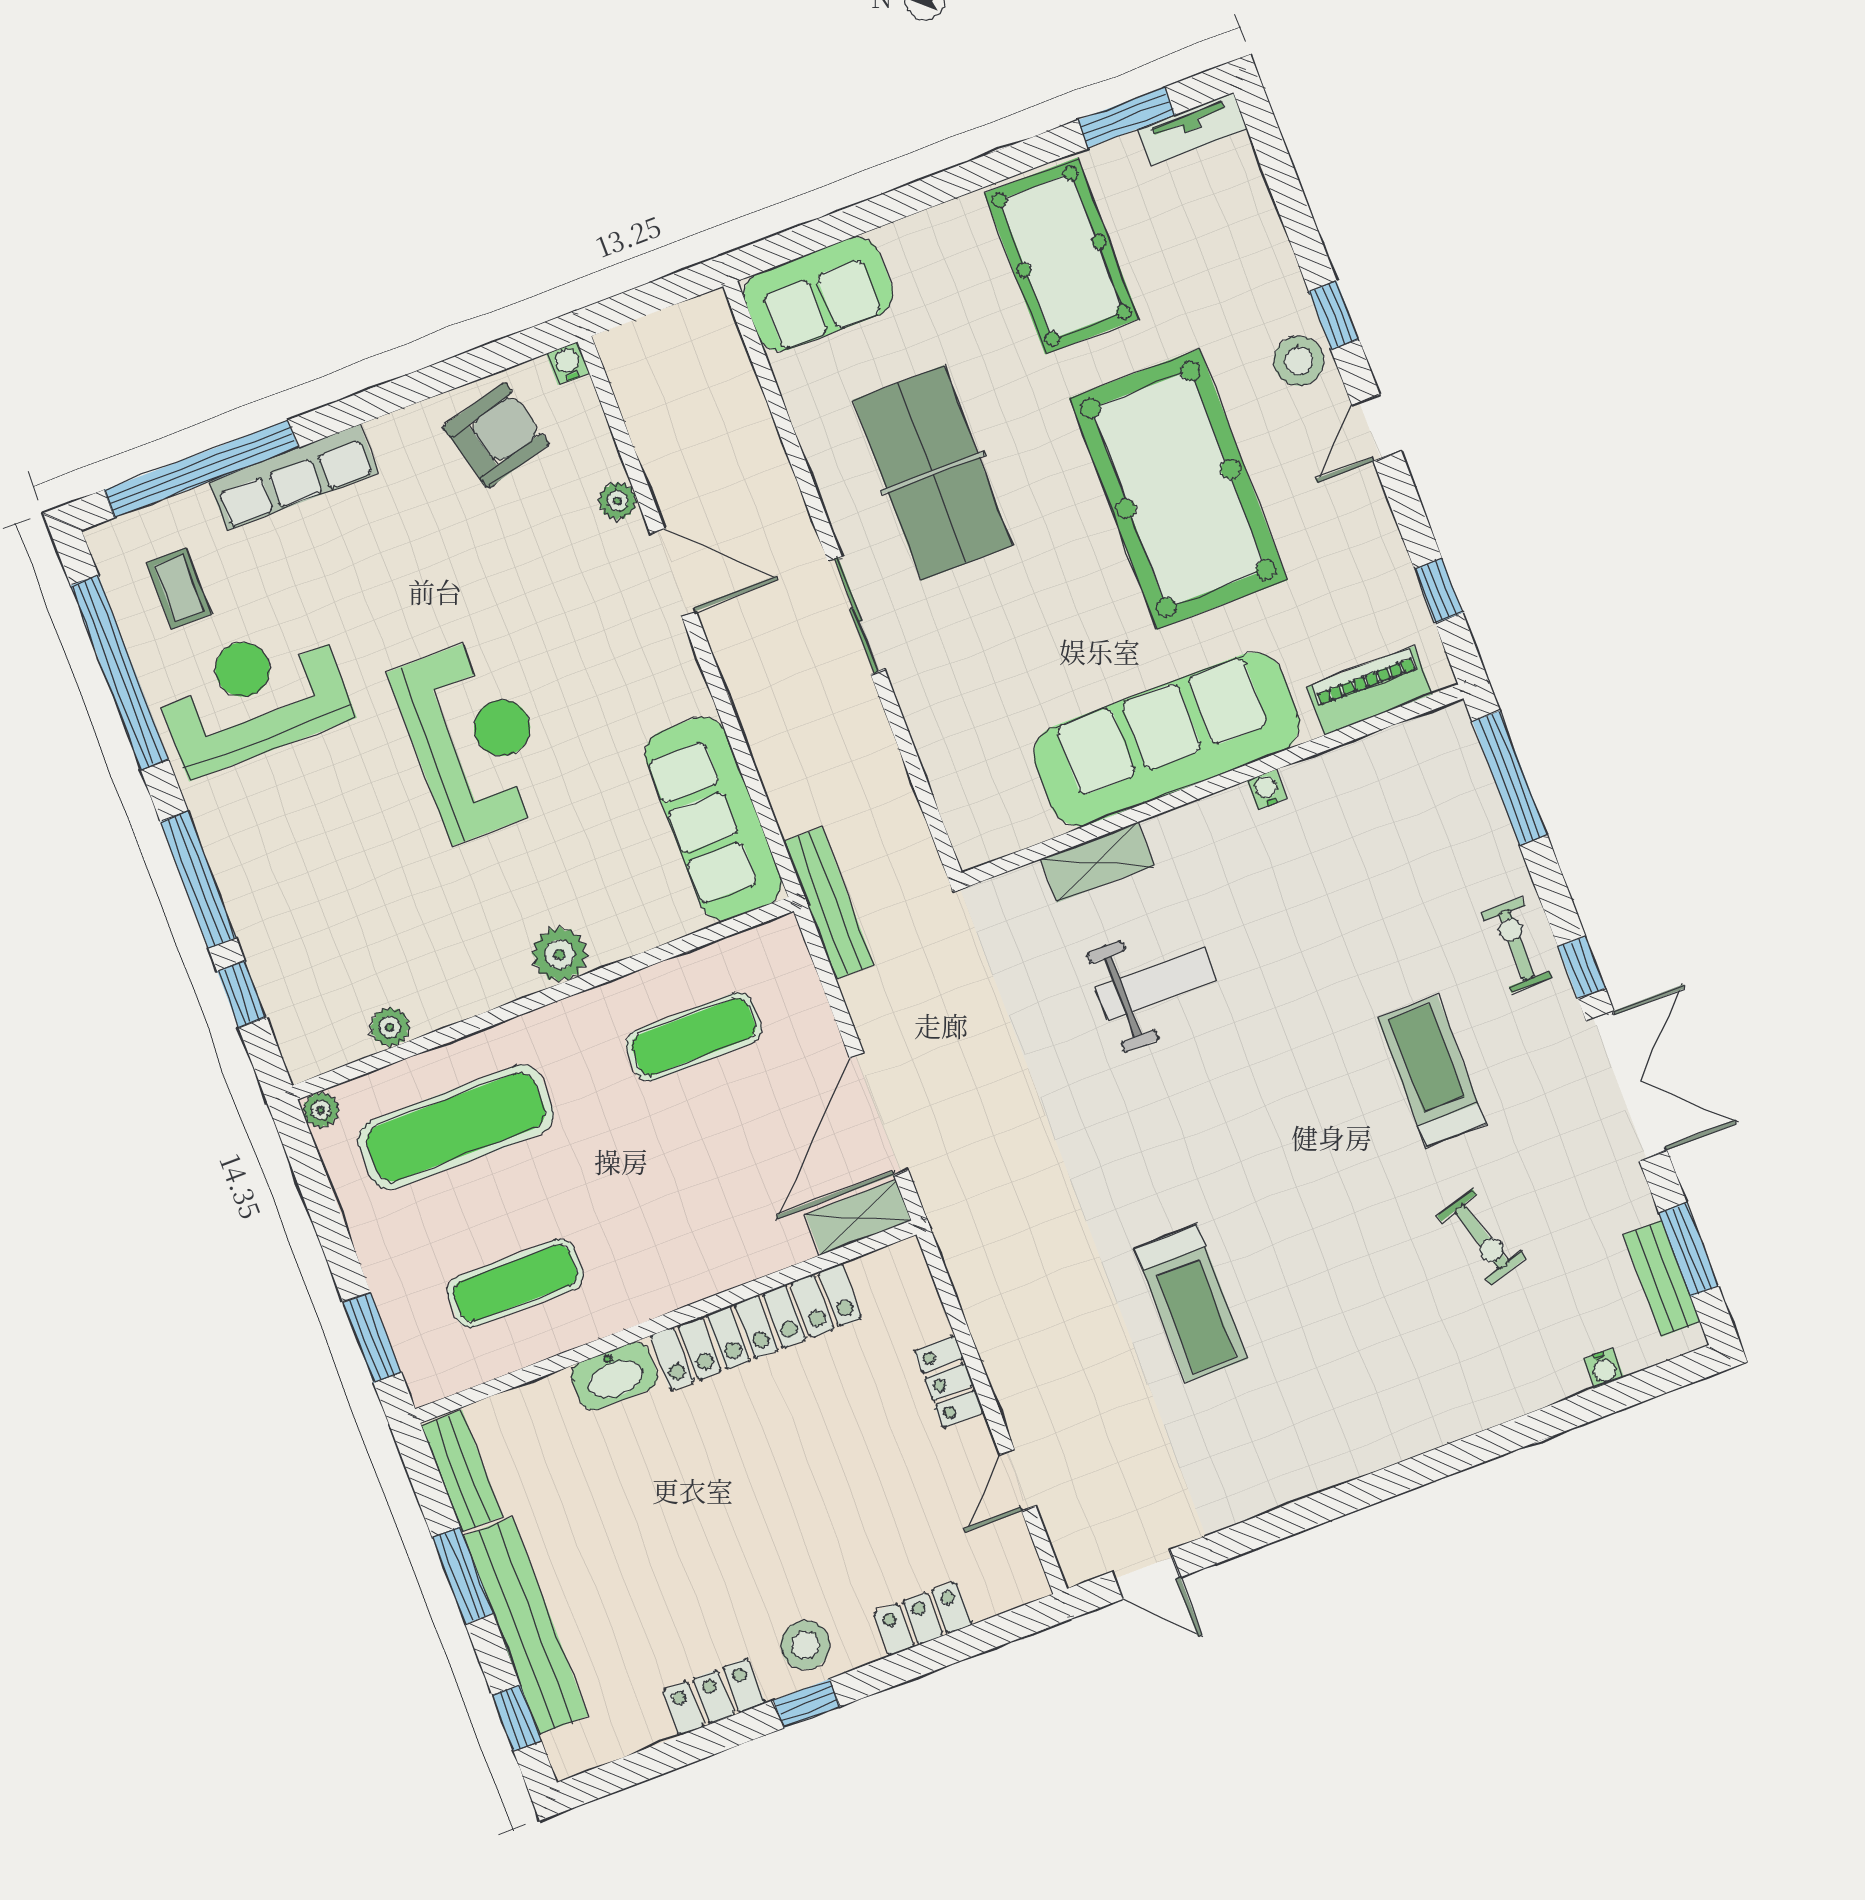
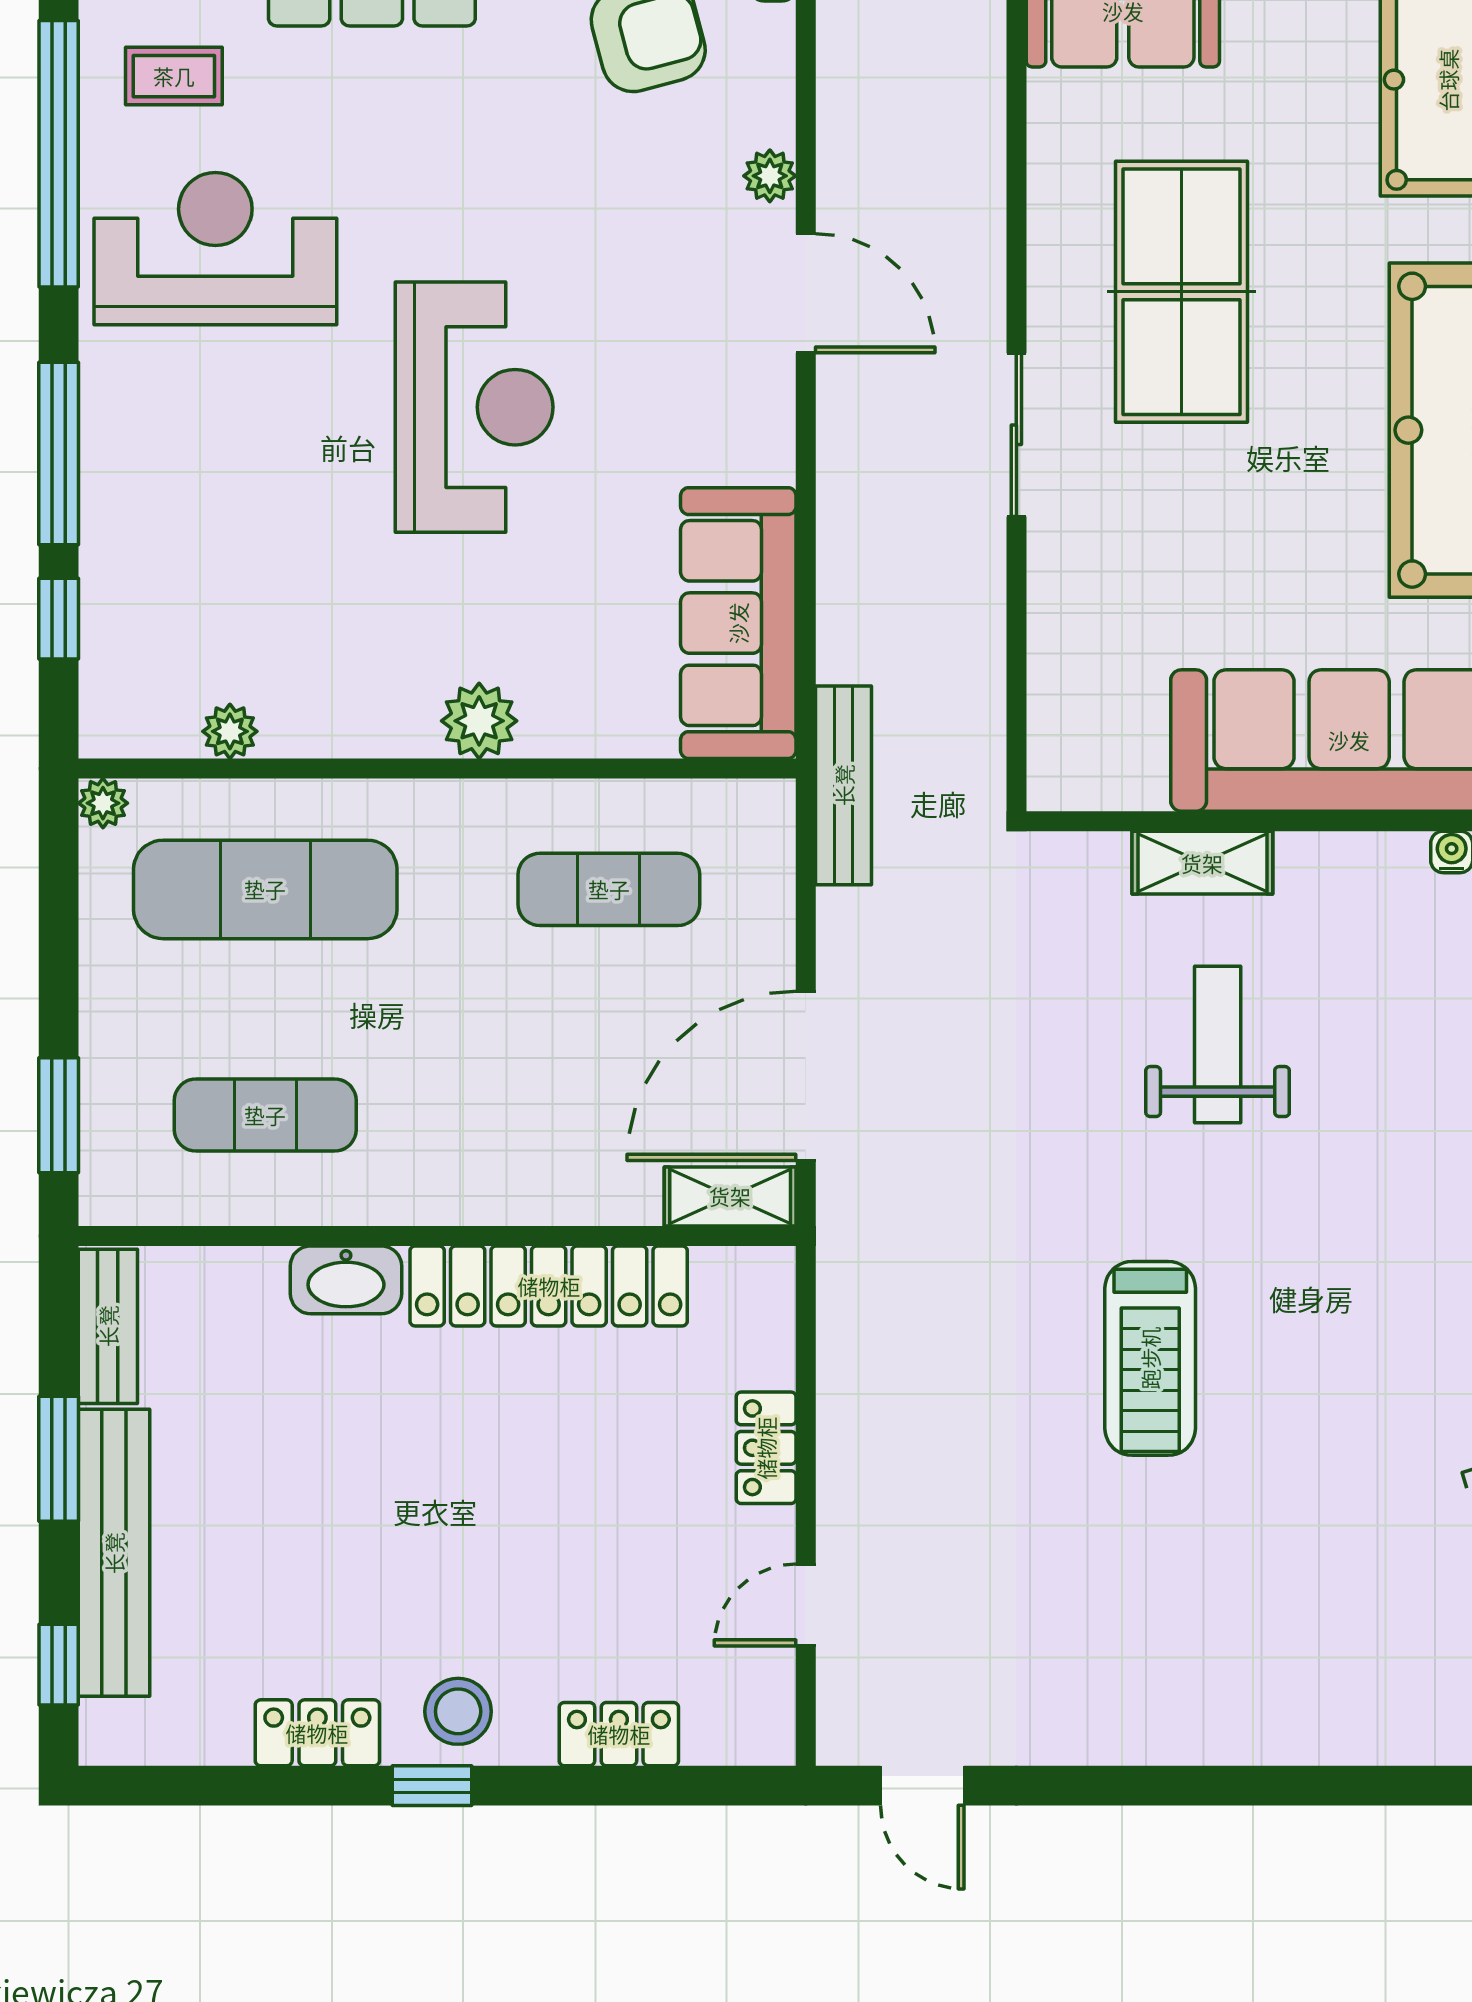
coffee table: (179, 588) -> (174, 76), turned 90
weight bench: (1156, 984) -> (1218, 1044), turned -90
treadmill: (1191, 1304) -> (1150, 1358), moved

